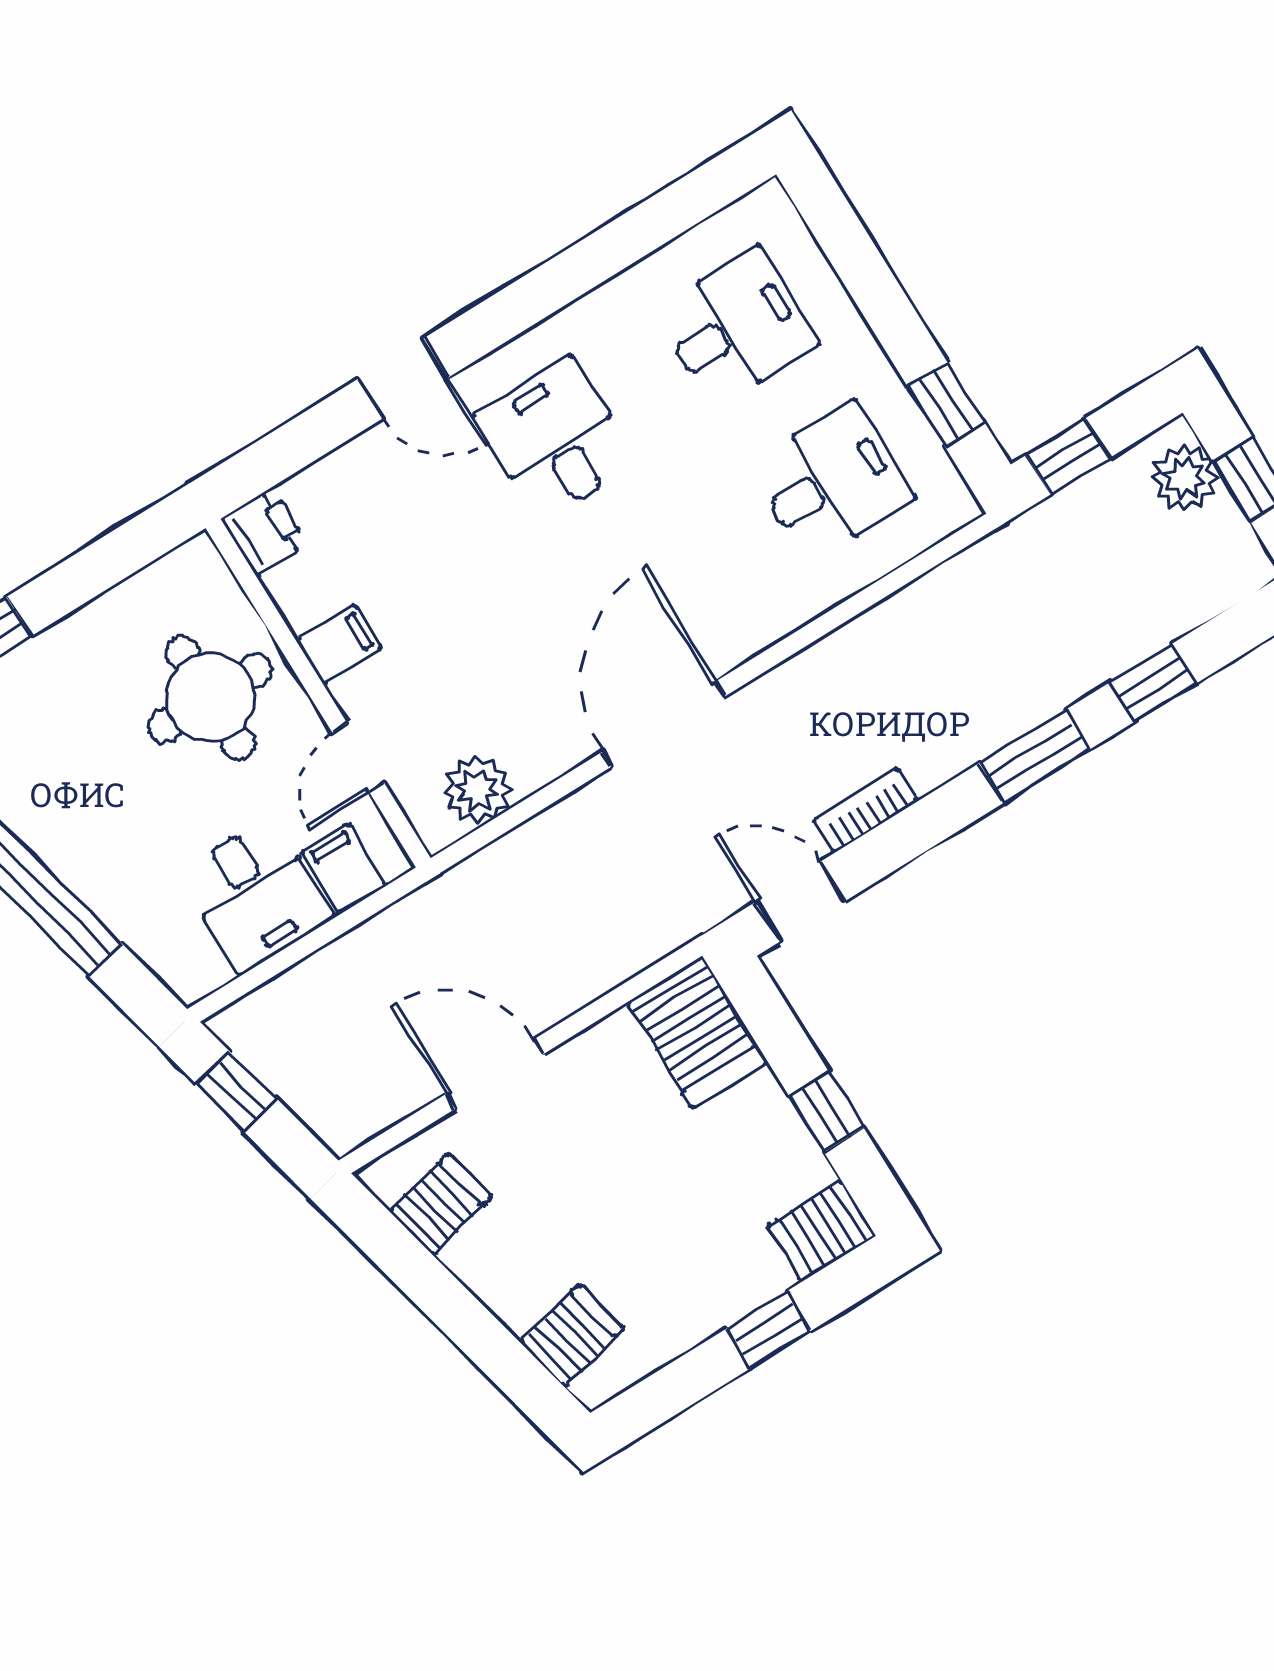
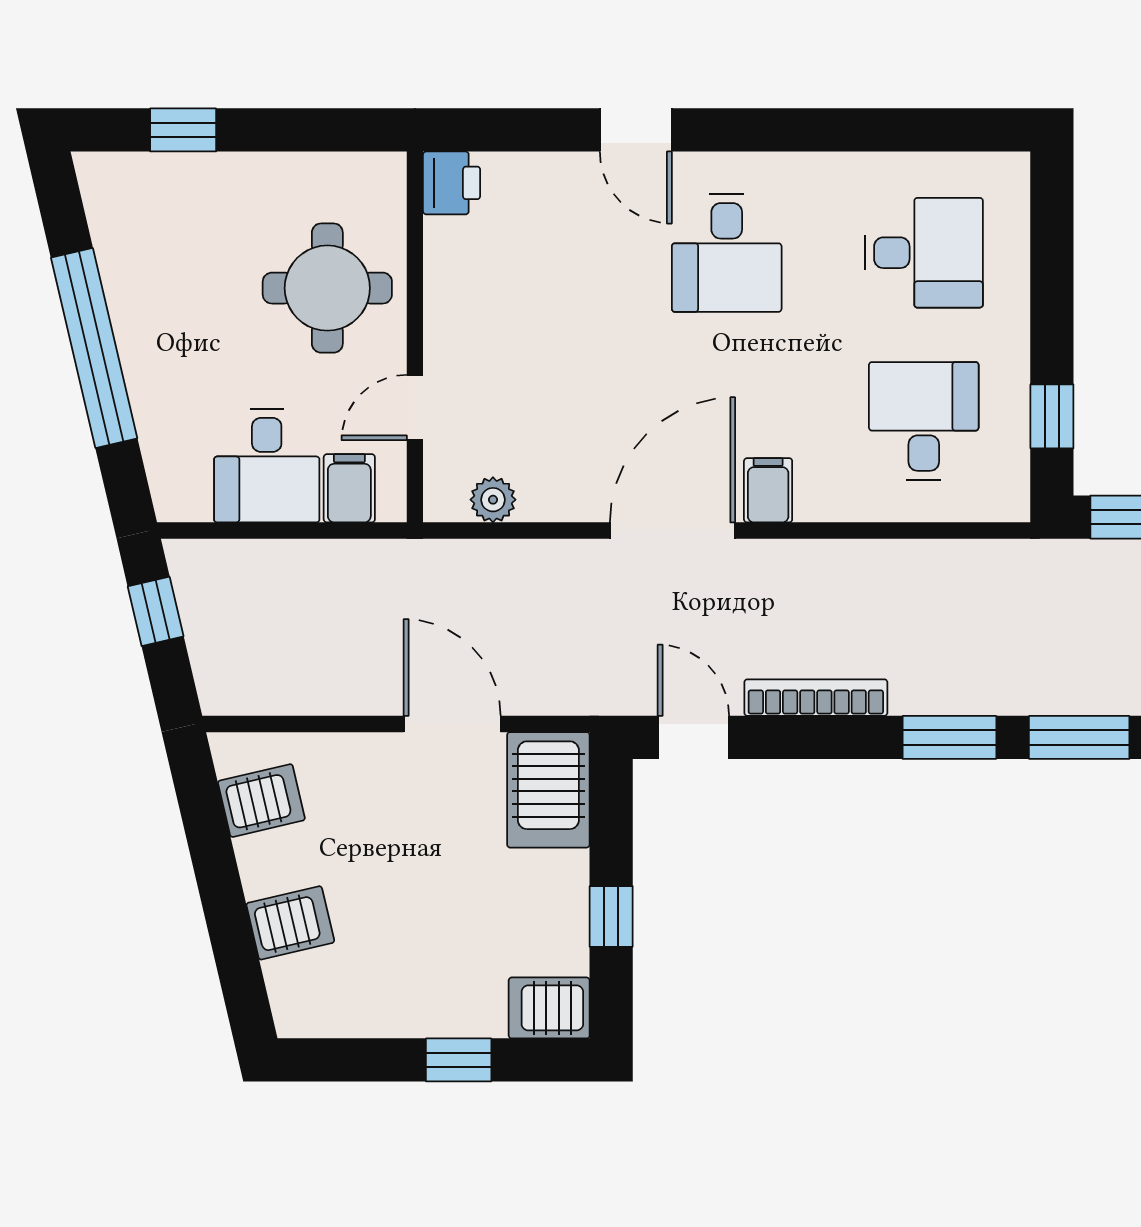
desk: (556, 439) -> (727, 253), turned 180
desk: (832, 482) -> (924, 421), turned -90
filing cabinet: (339, 644) -> (768, 490), moved, turned -90
window: (1153, 683) -> (1079, 737), width x1.50
plant: (477, 790) -> (493, 500), width x0.73, depth x0.73
bookcase: (866, 810) -> (816, 698), width x1.56
door: (495, 1074) -> (452, 724), moved
server rack: (572, 1336) -> (290, 923), moved

